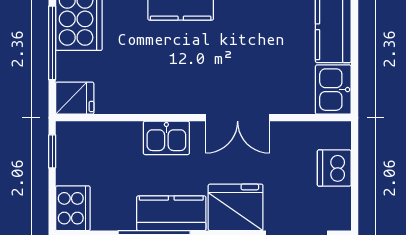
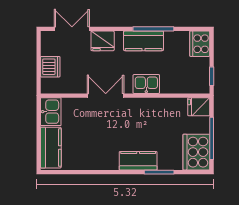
fridge: (236, 207) -> (103, 41), width x0.73, depth x0.75

